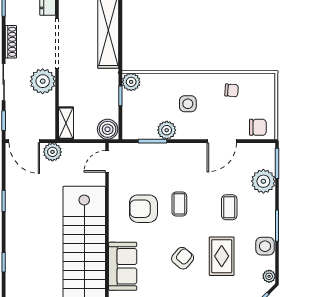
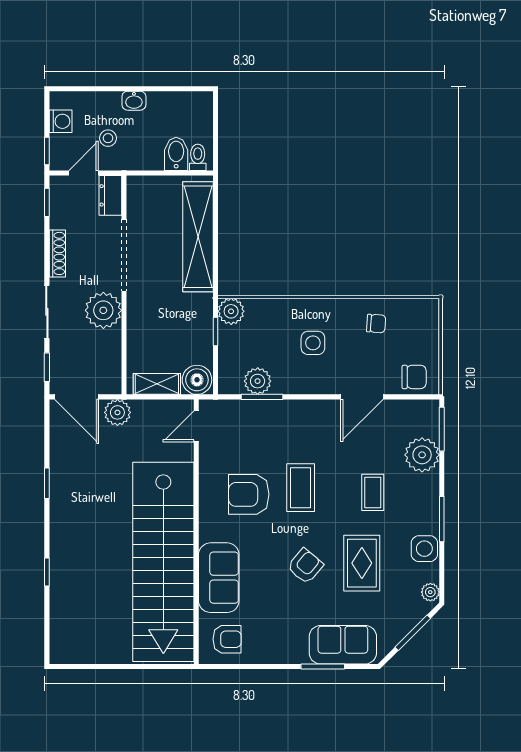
shelving: (66, 123) -> (157, 384), moved, turned 90
plant: (167, 130) -> (258, 381), moved
coffee table: (179, 204) -> (301, 488), width x1.36, depth x1.30

